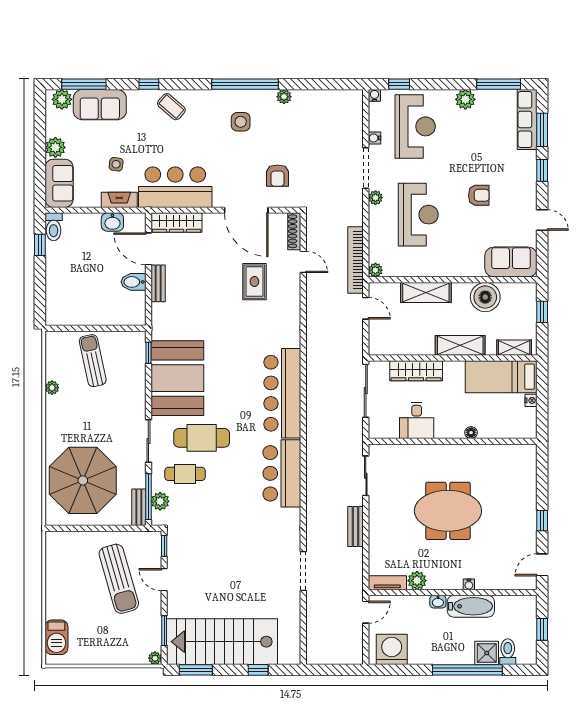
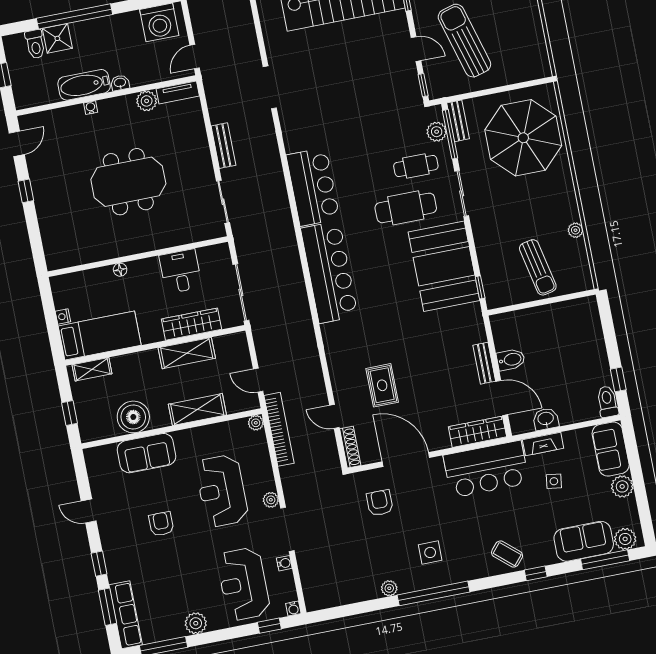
armchair: (479, 195) -> (161, 524), turned 90
sofa: (511, 262) -> (146, 453), moved
shelving: (460, 345) -> (187, 353), moved

